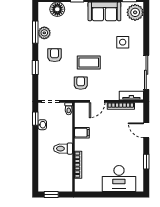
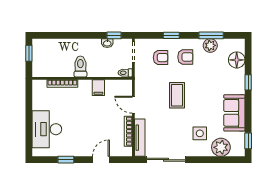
plant: (135, 12) -> (221, 147), moved
armchair: (81, 83) -> (161, 58), moved
tv unit: (131, 96) -> (140, 138), width x1.41

